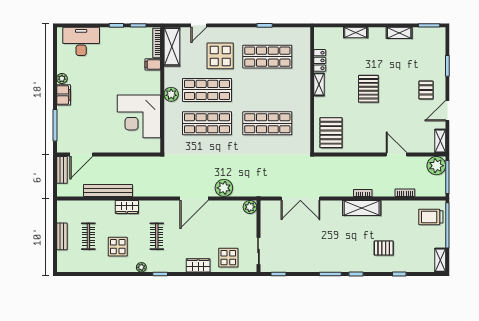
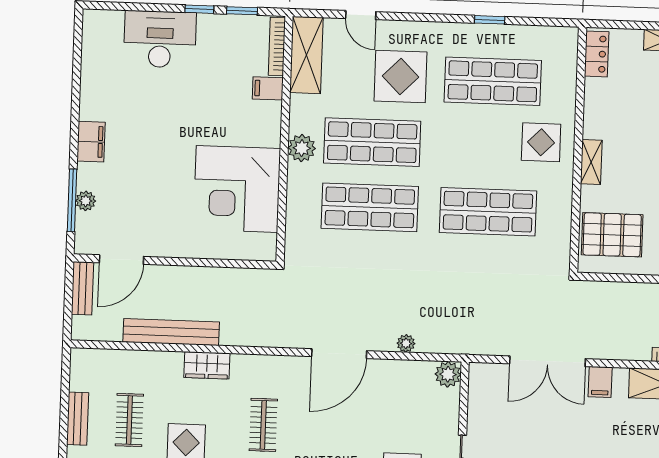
door: (199, 25) -> (361, 15), hinge flipped
desk: (81, 41) -> (160, 39), moved
locker: (320, 60) -> (597, 54), moved
plant: (62, 79) -> (86, 201), moved
shelving: (319, 84) -> (591, 162), moved
display table: (293, 87) -> (541, 142), added
pallet: (331, 133) -> (612, 235), turned 90
plant: (224, 188) -> (406, 343), width x0.53, depth x0.53
filing cabinet: (328, 208) -> (600, 382), added

